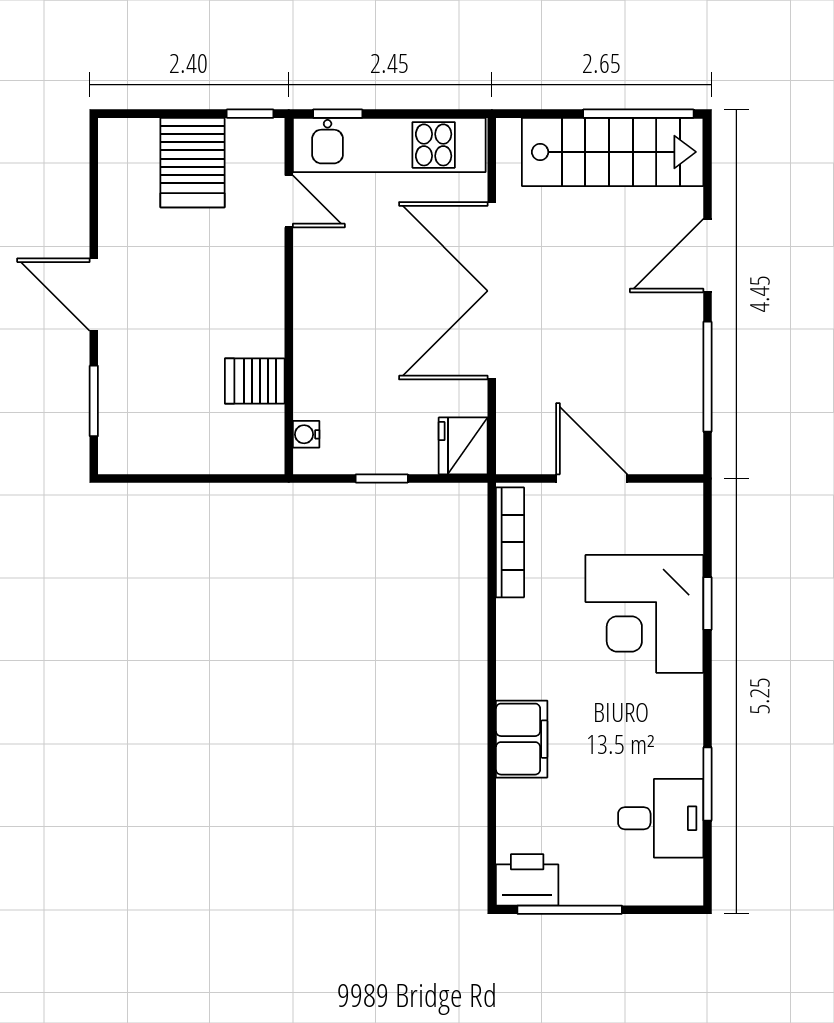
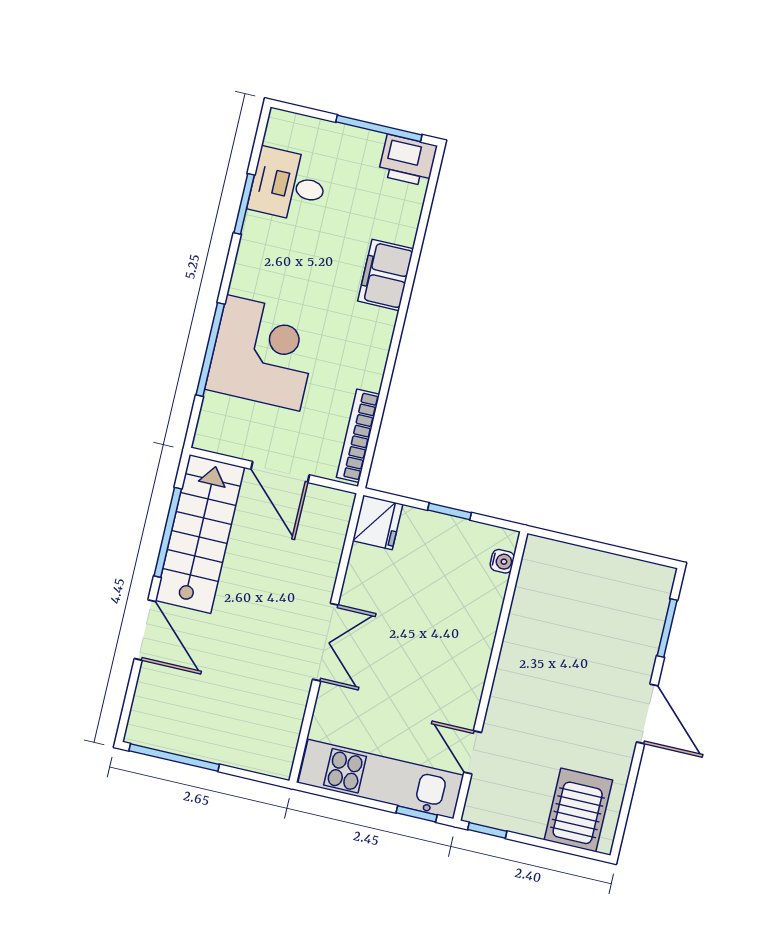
stairs: (613, 152) -> (200, 534), moved, turned 90
server rack: (192, 163) -> (578, 810), moved
door: (707, 256) -> (145, 630), hinge flipped
double door: (492, 291) -> (325, 642), width x0.54
server rack: (255, 381) -> (534, 614), removed
window: (707, 603) -> (210, 349), width x2.17

